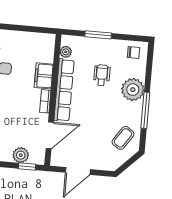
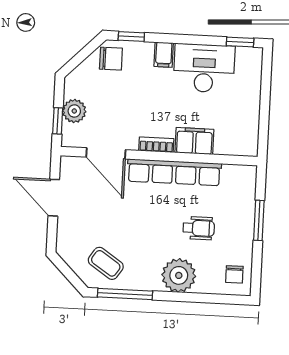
plant: (66, 52) -> (232, 173), removed
window: (145, 110) -> (125, 294), moved

